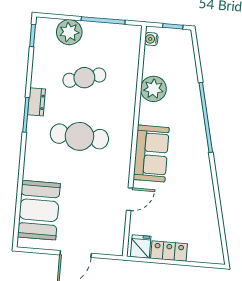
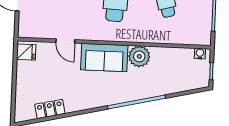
plant: (153, 89) -> (139, 56), moved
locker: (169, 251) -> (50, 109), moved, turned -103

